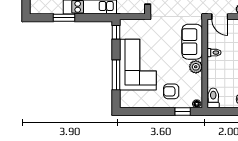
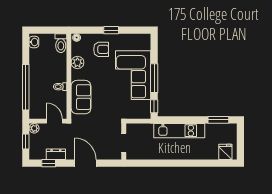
window: (64, 18) -> (218, 120), moved
plant: (196, 67) -> (77, 62), moved
window: (116, 75) -> (154, 78), moved
window: (183, 111) -> (111, 30), moved

